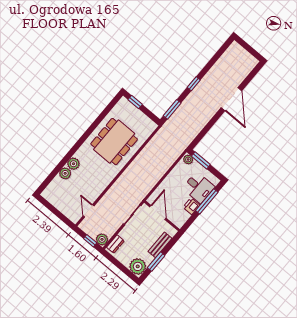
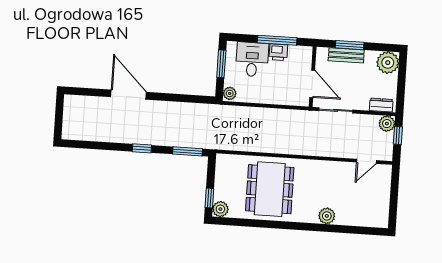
door: (231, 99) -> (129, 95), hinge flipped
dining table: (114, 142) -> (270, 189), turned 90
window: (201, 160) -> (221, 64), moved
plant: (65, 173) -> (220, 209), moved
window: (207, 201) -> (277, 40), moved
door: (158, 212) -> (312, 84), swing flipped
window: (156, 262) -> (350, 45), moved

